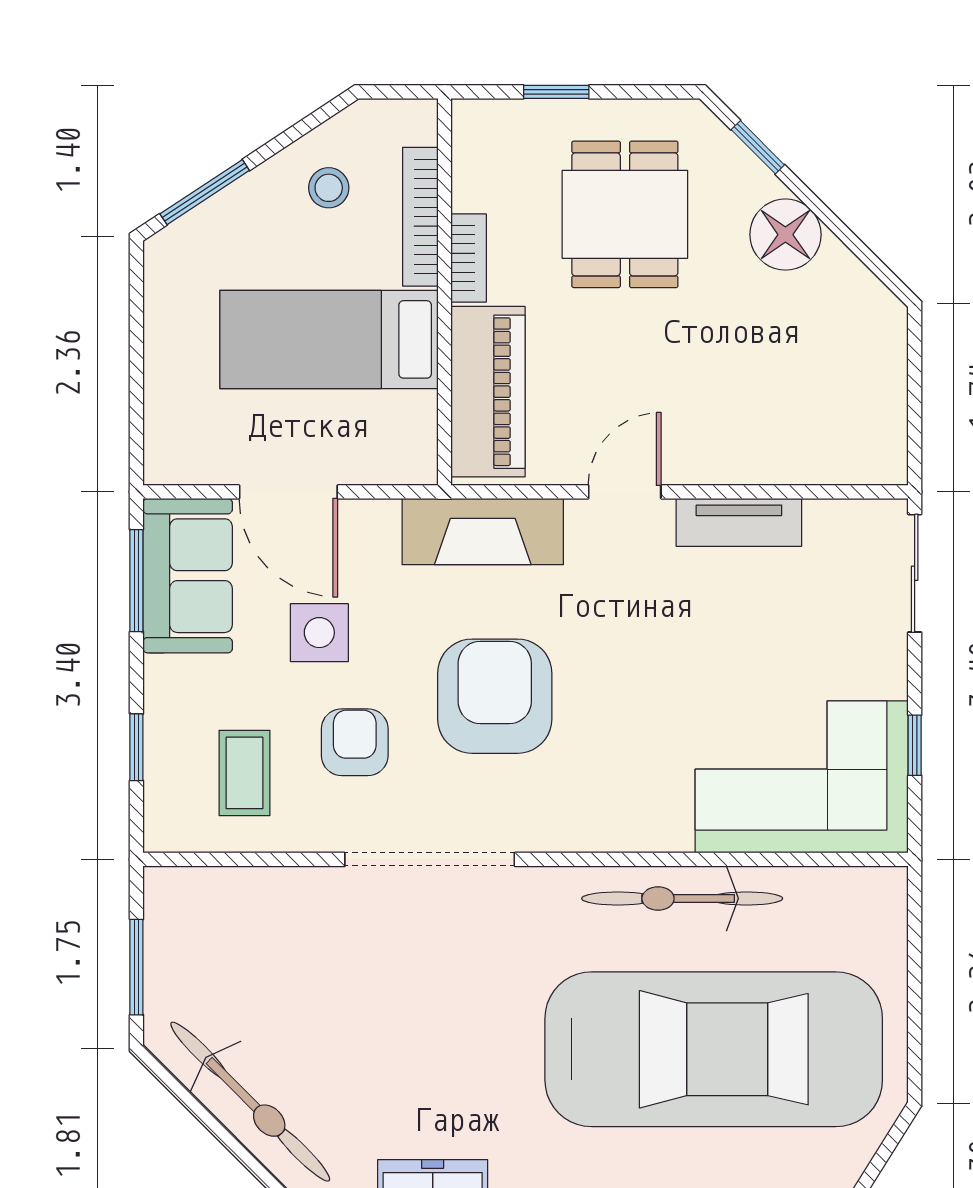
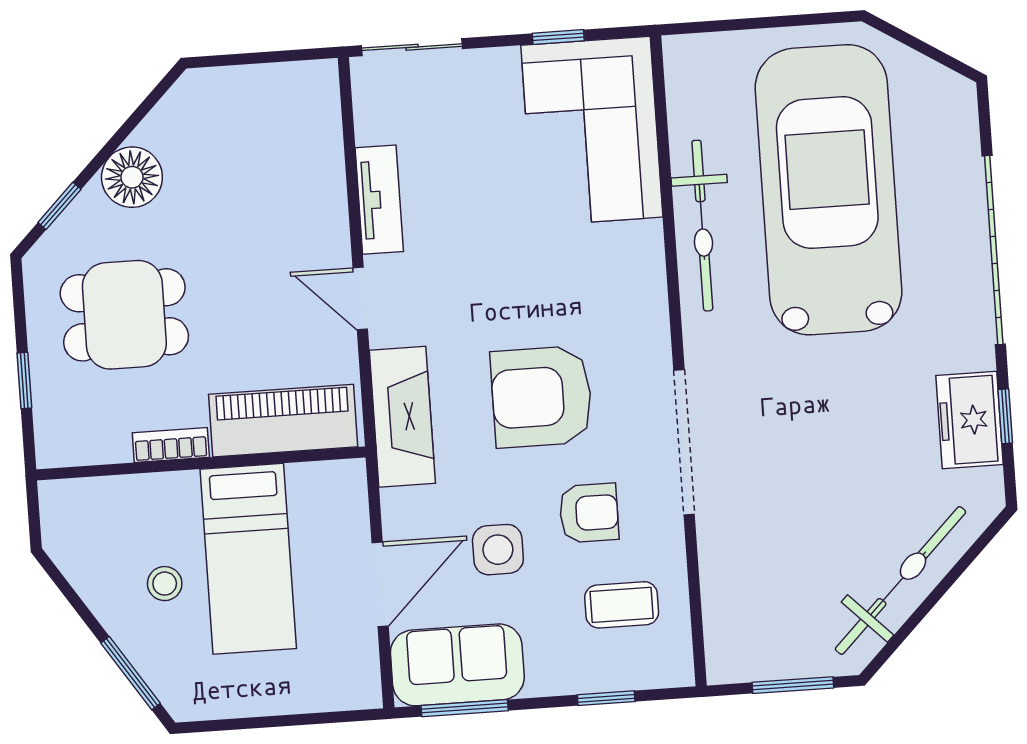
stool: (329, 188) -> (165, 584), moved
bookcase: (420, 217) -> (138, 489), removed
armchair: (355, 742) -> (589, 513), turned 180

